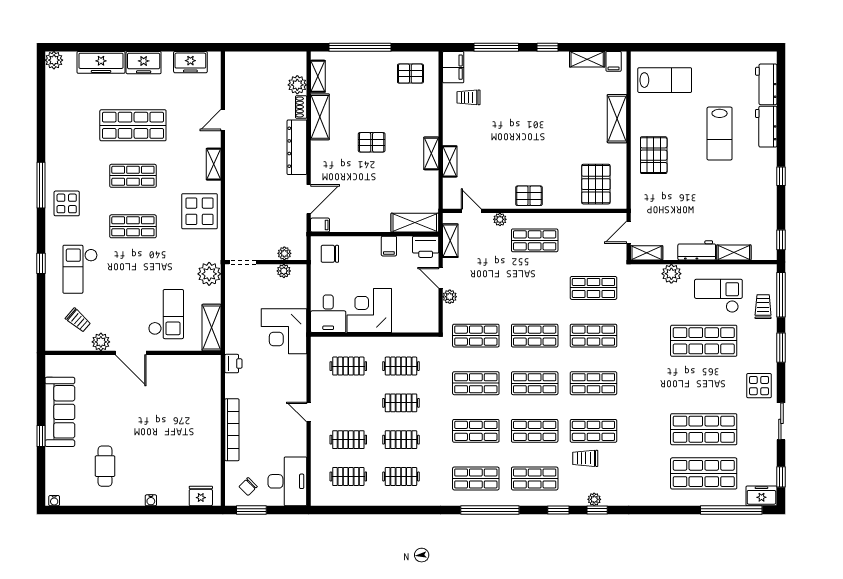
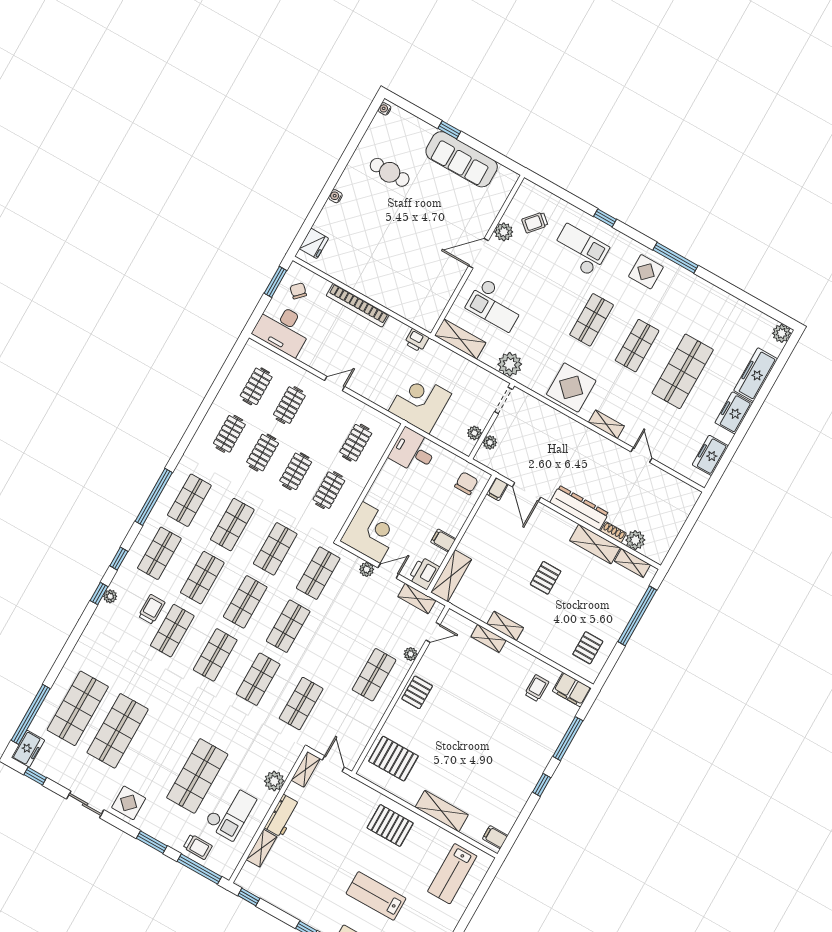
shelving: (587, 59) -> (511, 814), removed
corner desk: (369, 310) -> (371, 532), moved

